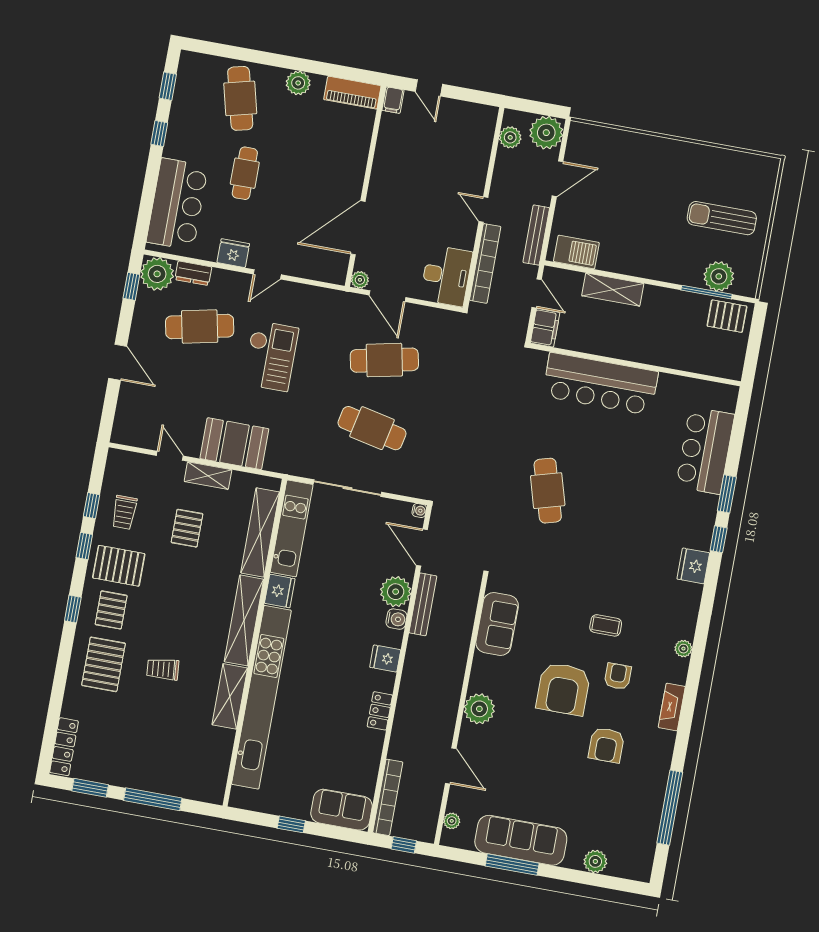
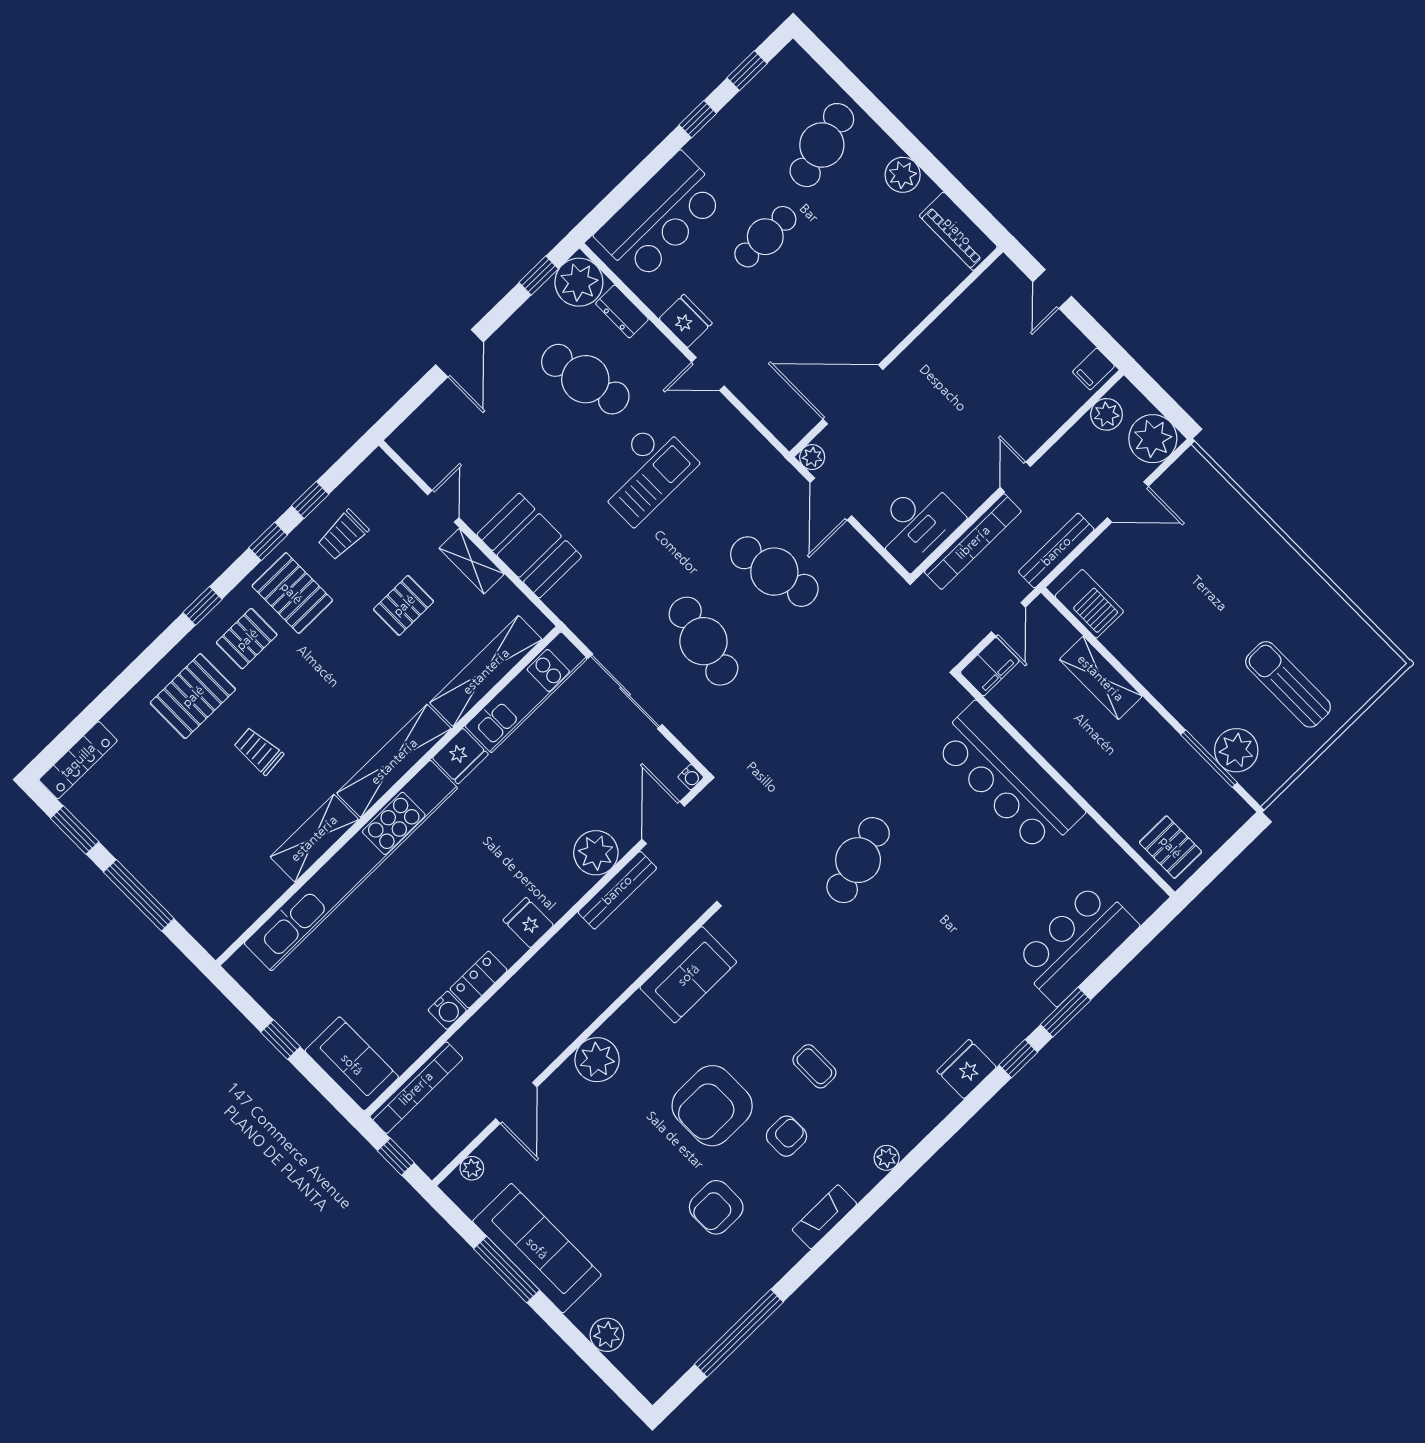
filing cabinet: (393, 100) -> (1094, 369), moved
pallet: (727, 316) -> (1171, 847), moved
water cooler: (396, 619) -> (447, 1010), moved

